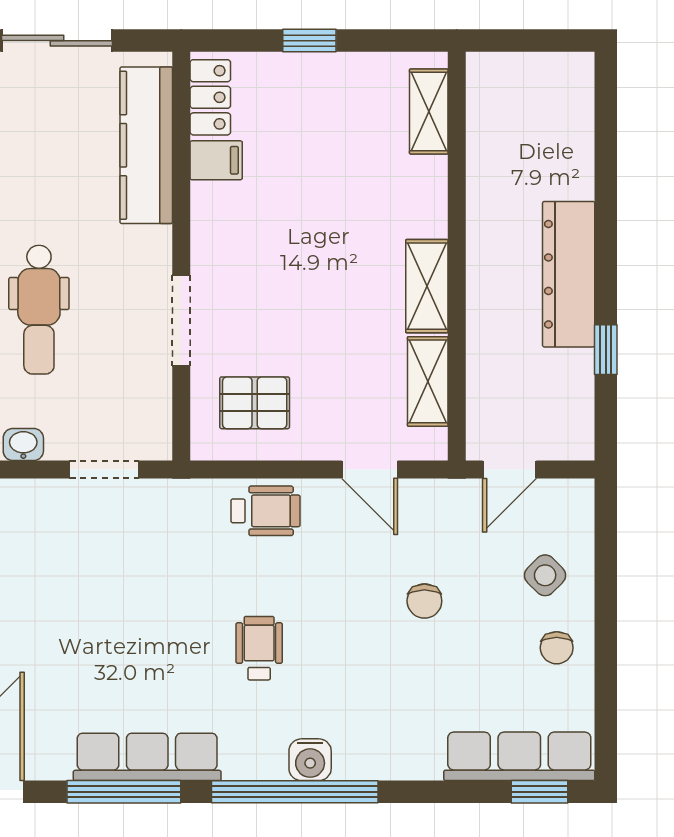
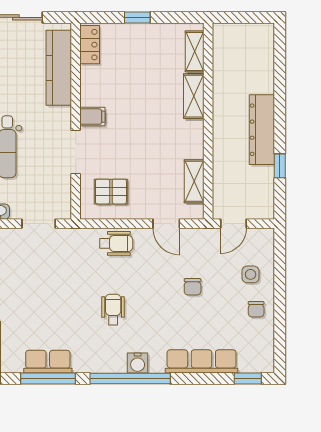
filing cabinet: (216, 160) -> (92, 117), moved
shelving: (427, 286) -> (194, 96), moved
side table: (545, 575) -> (251, 274), turned 45
row of seats: (519, 756) -> (202, 361), moved
row of seats: (147, 757) -> (48, 362), width x0.68

